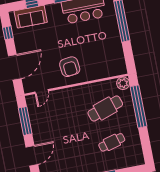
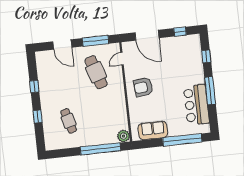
sofa: (31, 17) -> (153, 130), moved, turned 90
door: (42, 92) -> (122, 59), hinge flipped
cafe table: (105, 109) -> (96, 72), moved

